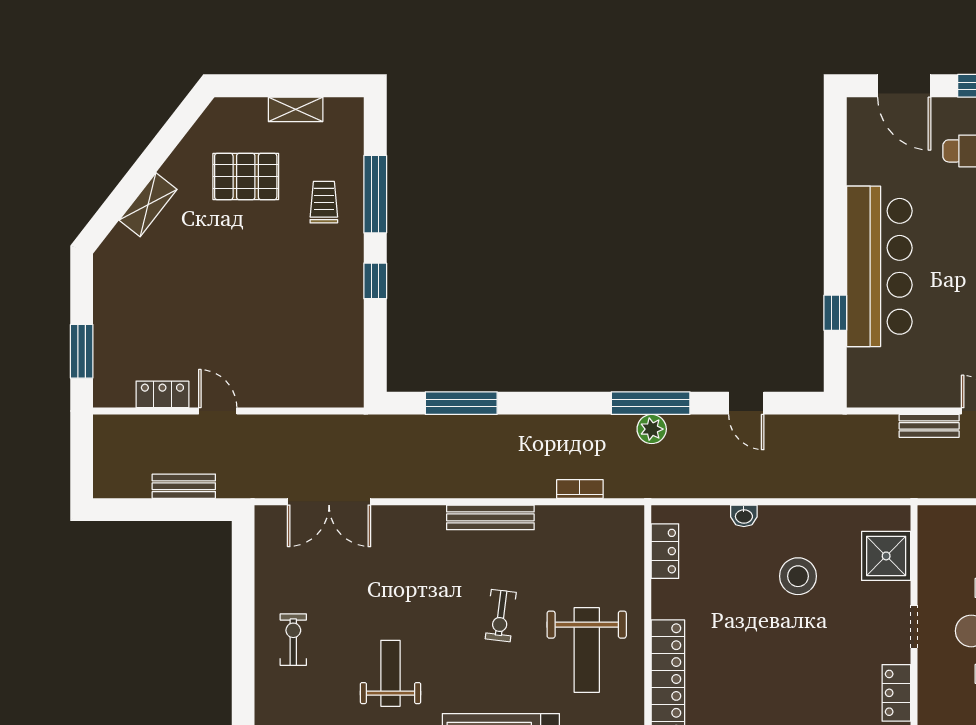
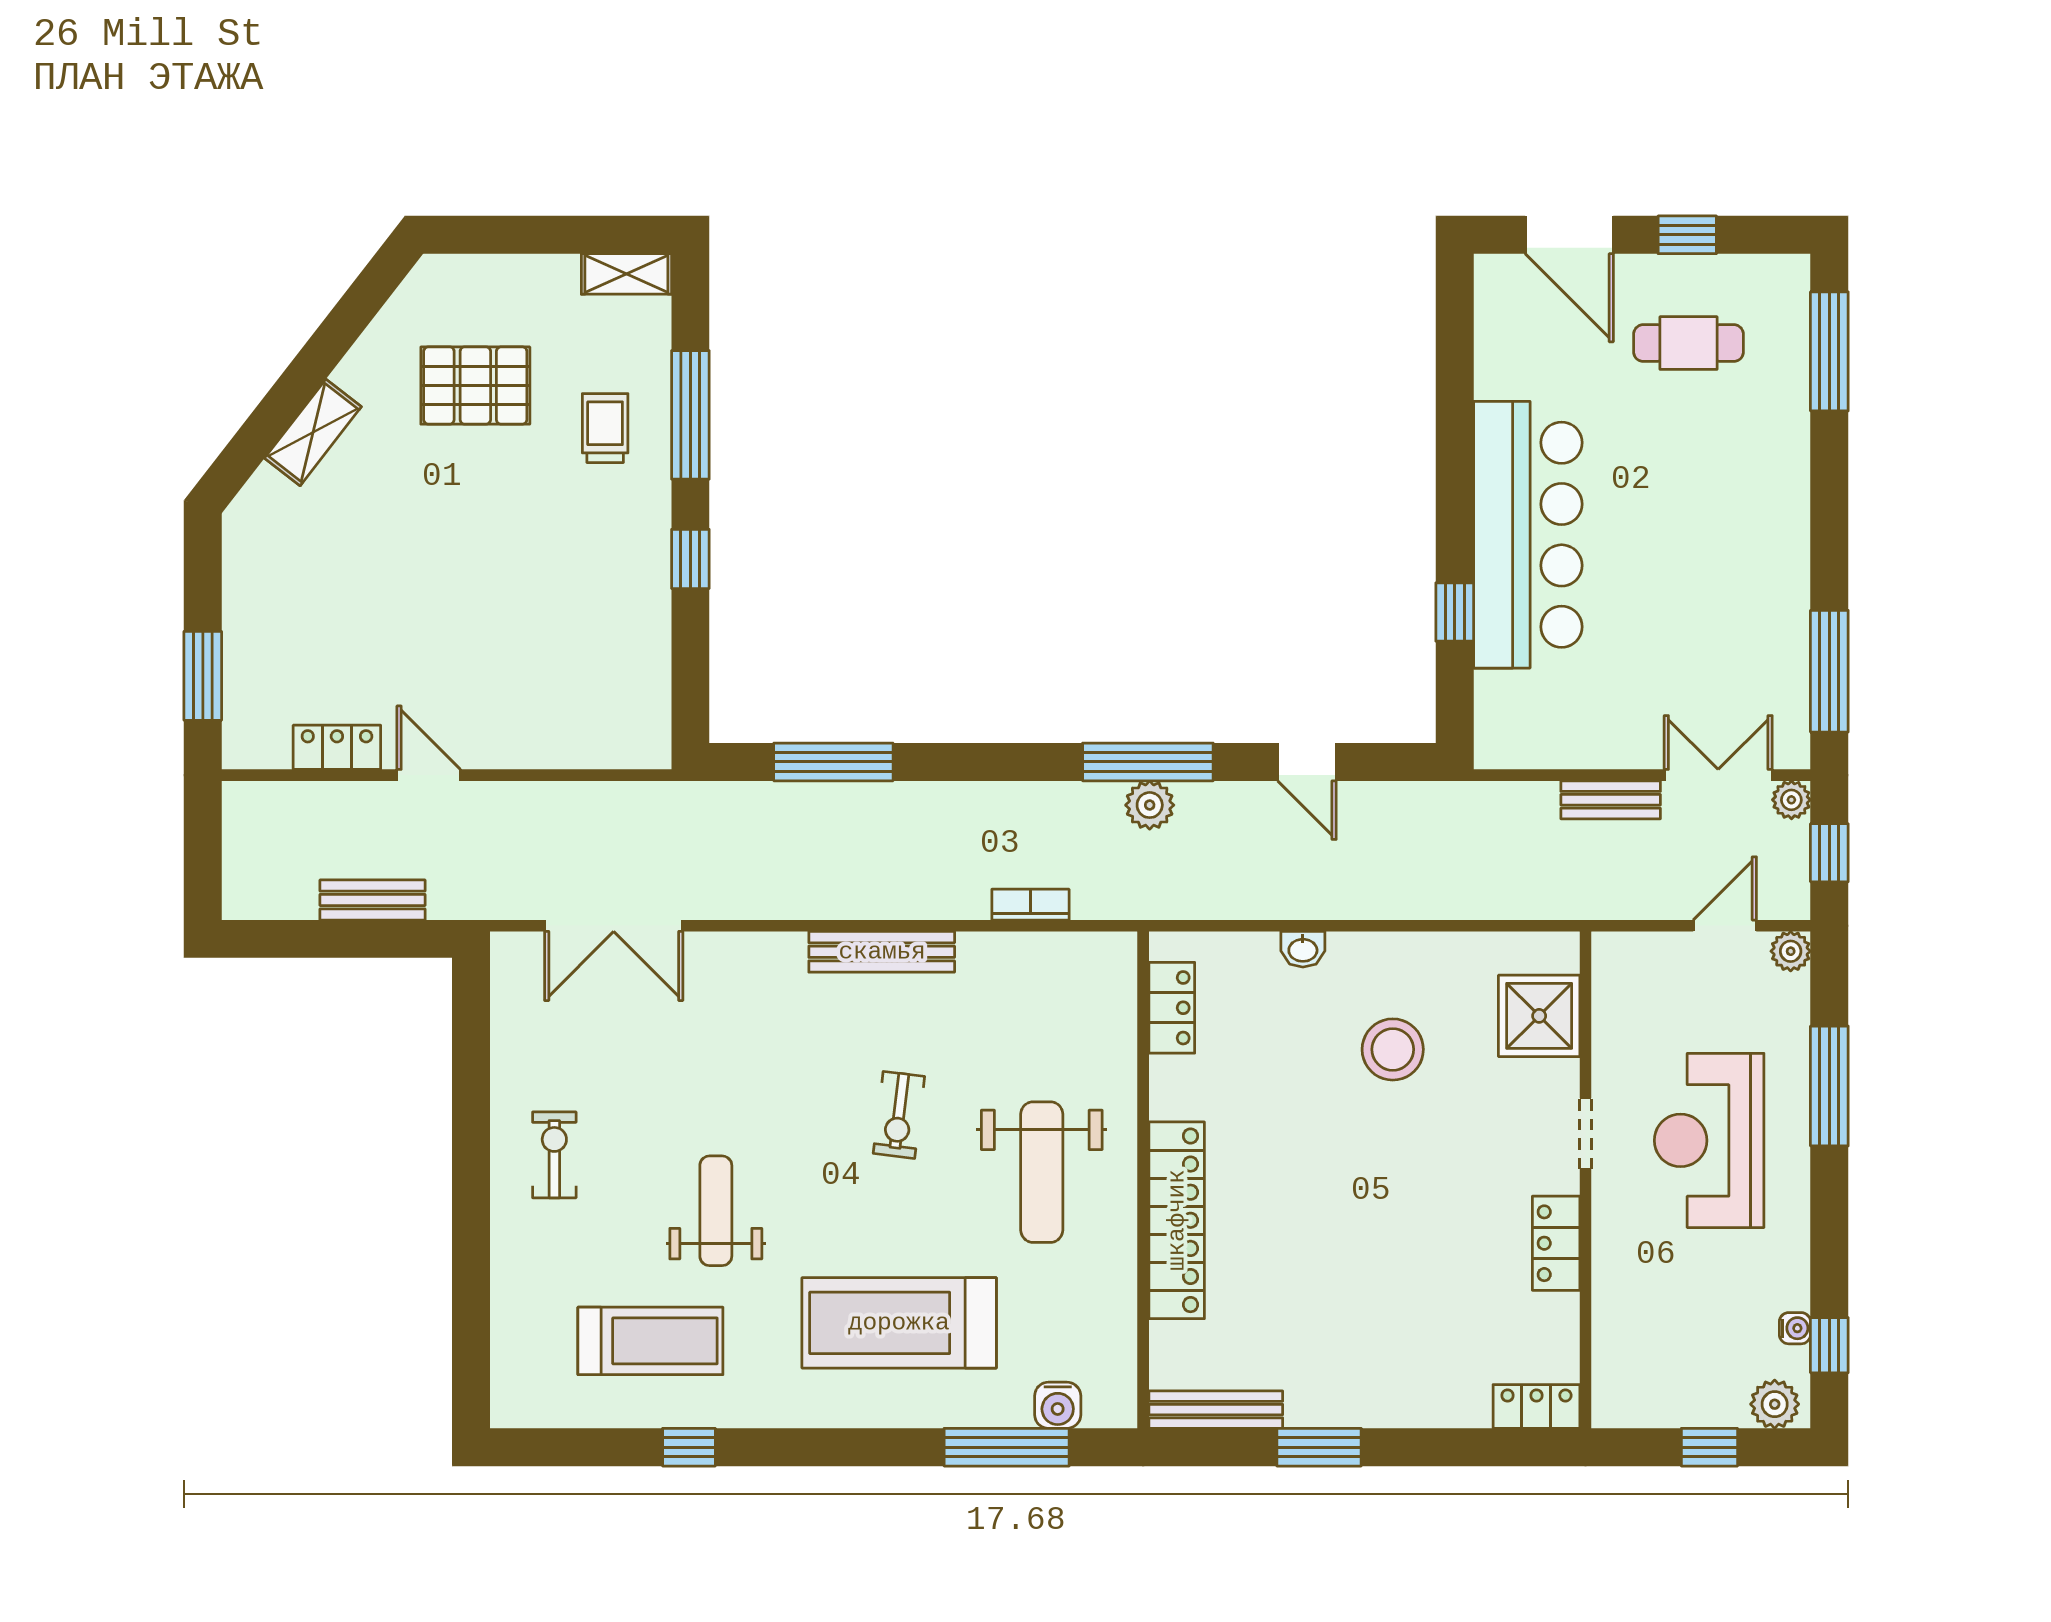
shelving: (296, 109) -> (626, 274), moved

